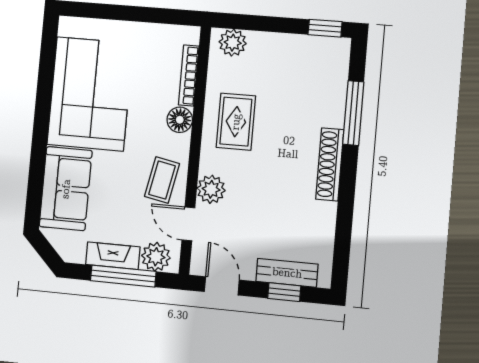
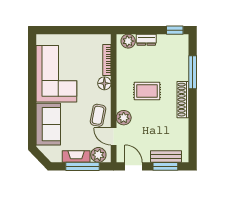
dresser: (268, 42) -> (146, 40), added
rug: (236, 122) -> (147, 91), moved, turned 90
window: (284, 292) -> (165, 166), width x1.50

